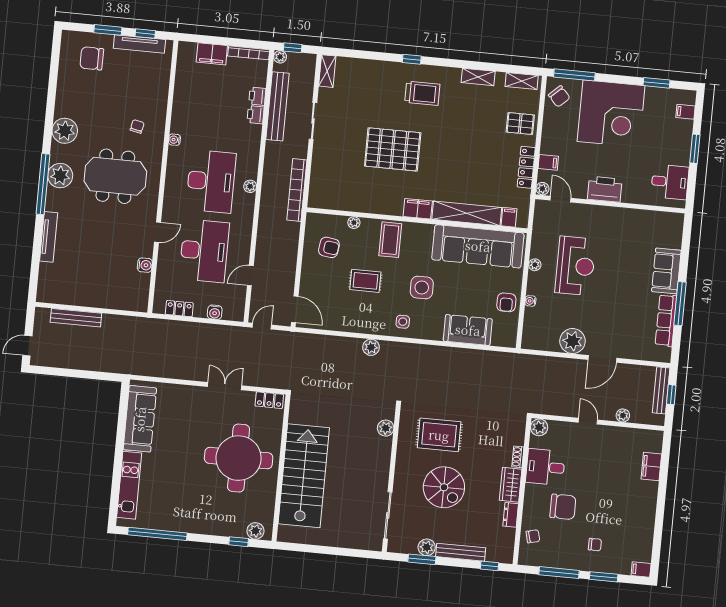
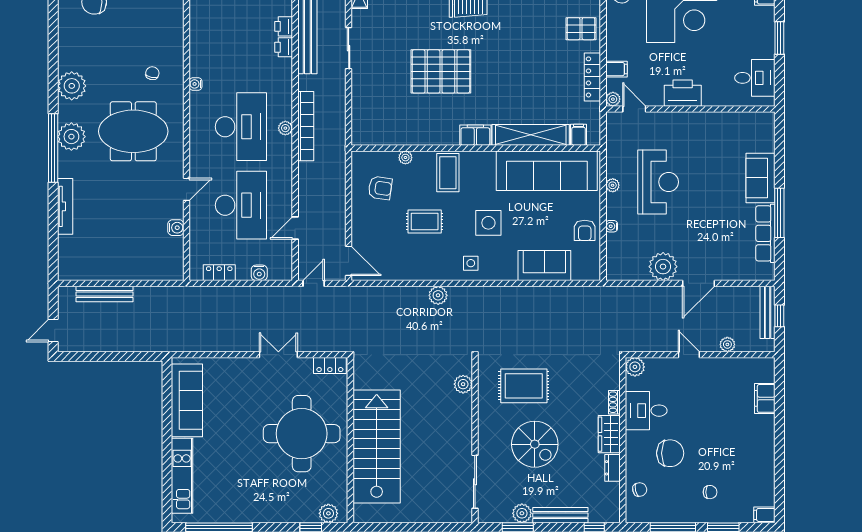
bookcase: (297, 190) -> (306, 126), moved, turned 180

